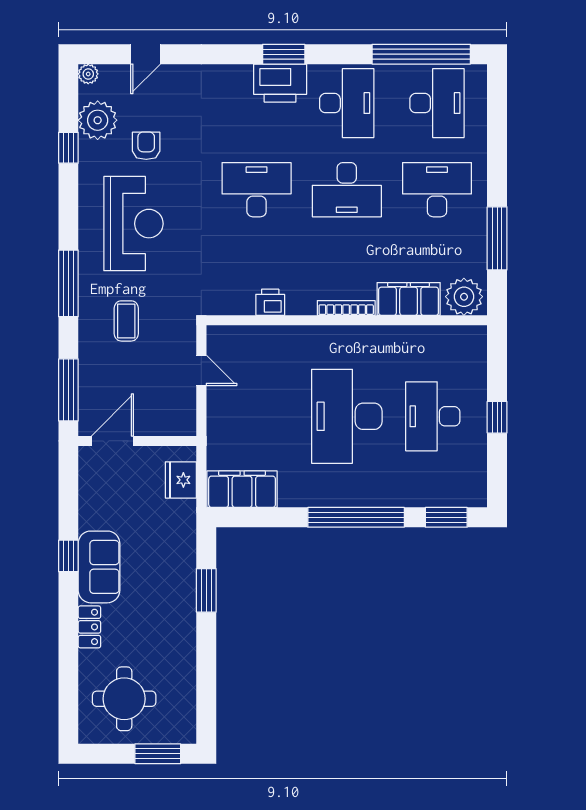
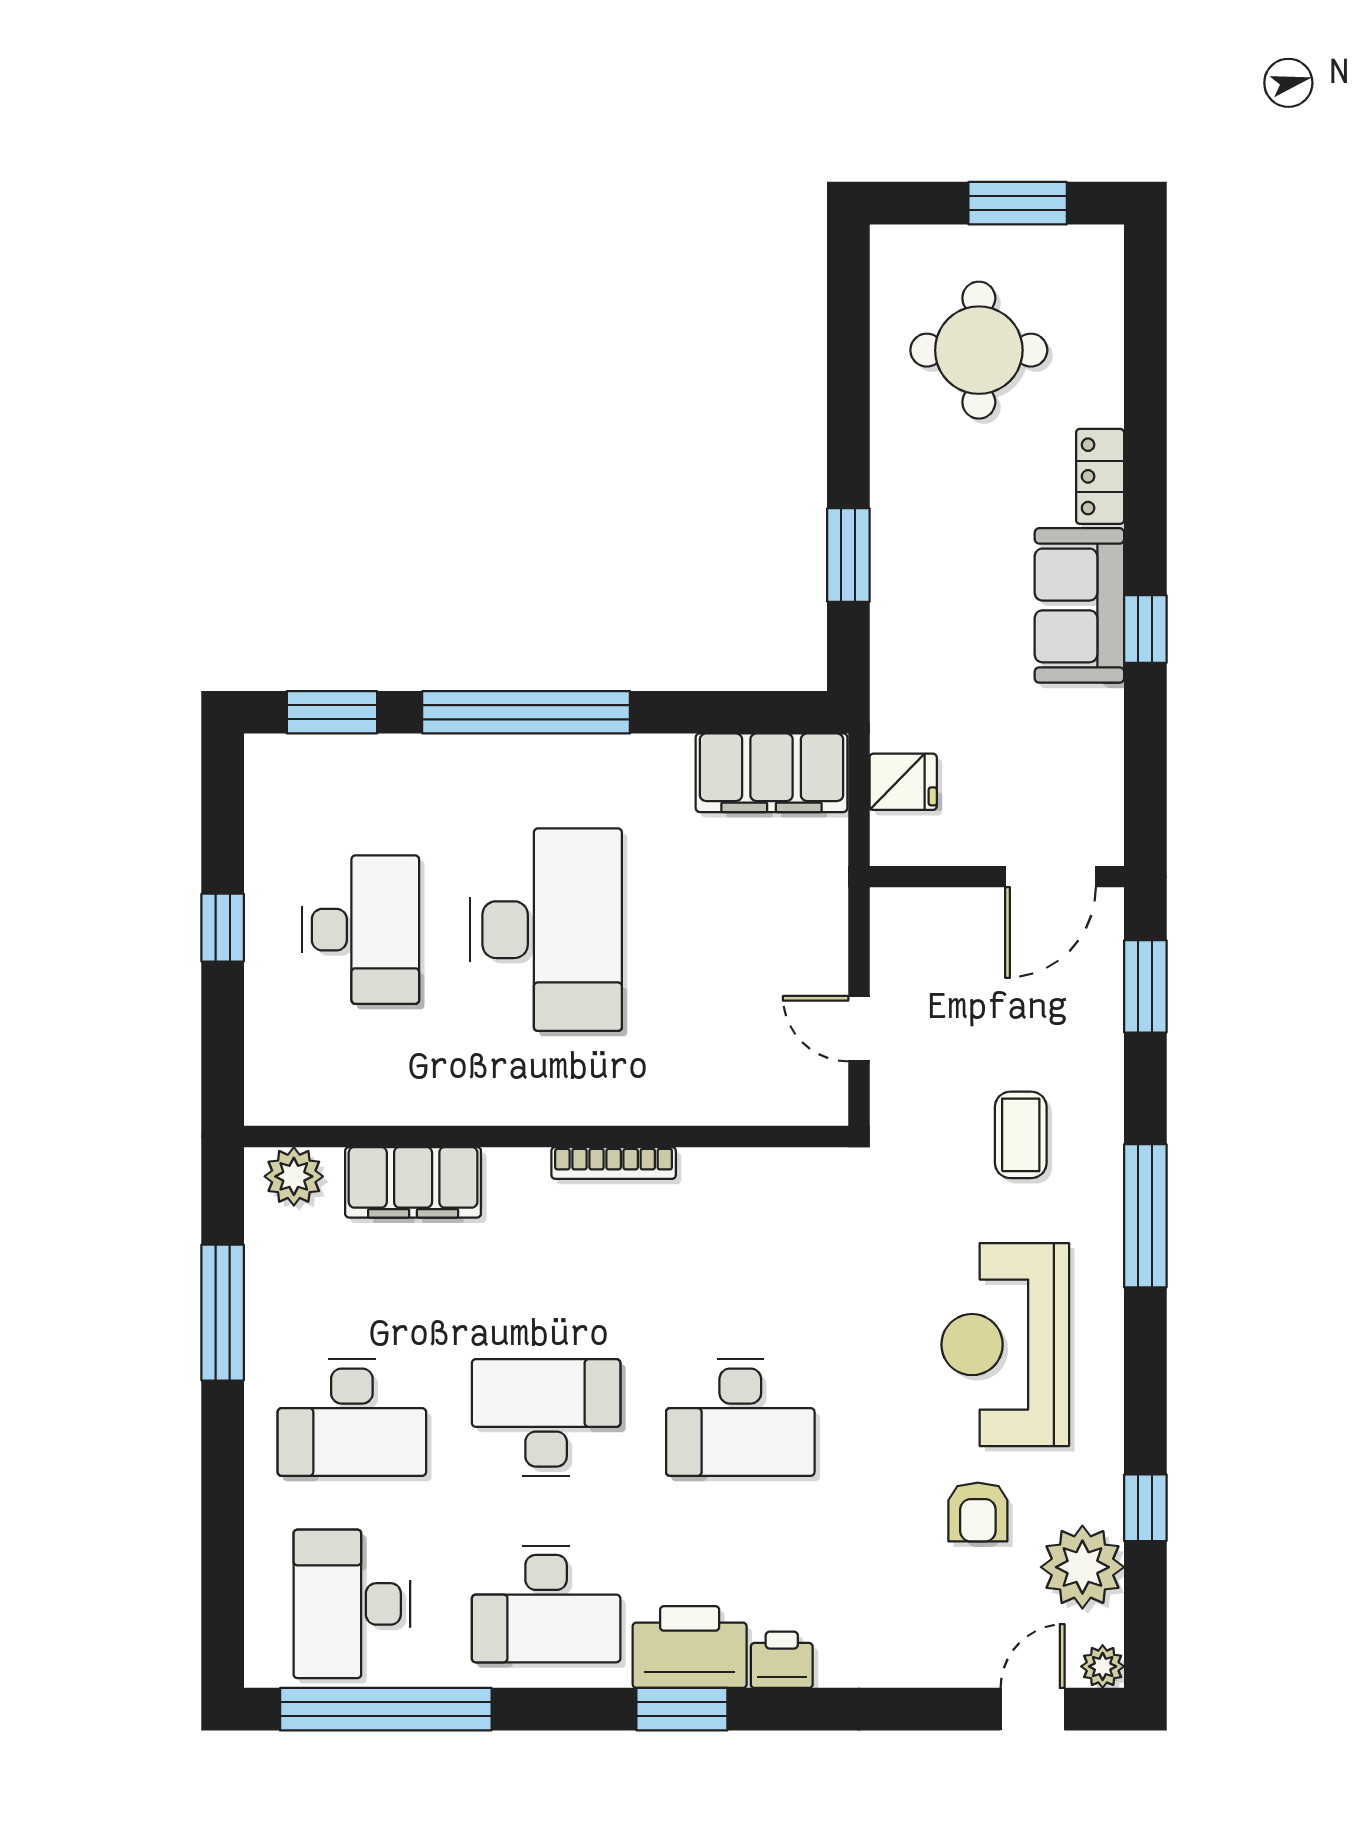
door: (146, 54) -> (1033, 1709), moved
desk: (347, 103) -> (546, 1604), turned -90
plant: (464, 297) -> (294, 1176), width x0.73, depth x0.73
printer: (270, 302) -> (782, 1660), moved, turned 180
bookcase: (346, 308) -> (614, 1163), moved
window: (68, 390) -> (1145, 986), width x0.69
fridge: (181, 480) -> (903, 782), width x0.72
round table: (124, 699) -> (979, 350), moved
window: (158, 754) -> (1018, 203), moved

